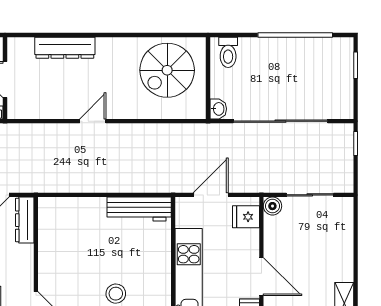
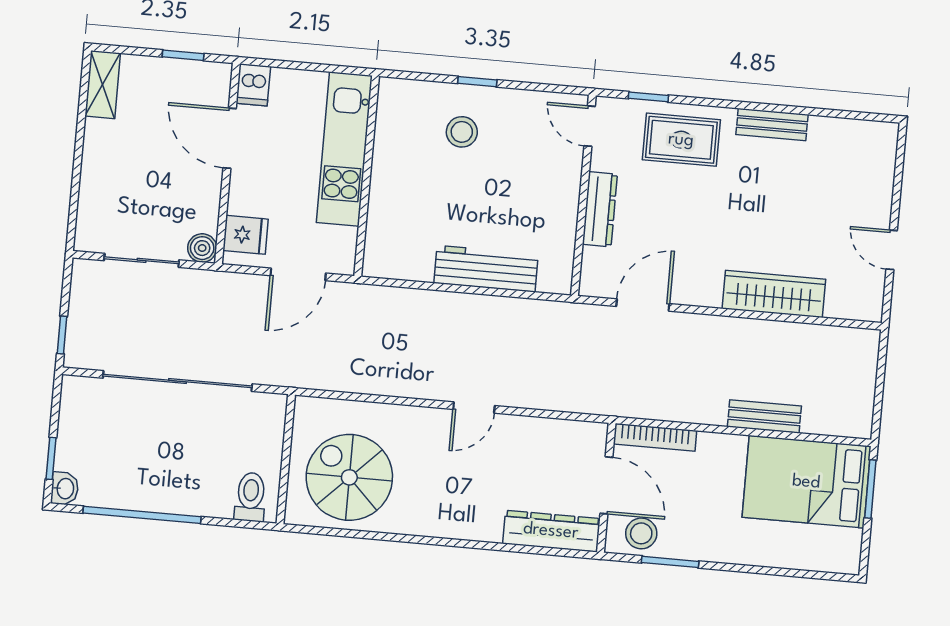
dresser: (65, 48) -> (551, 531), moved
spiral stairs: (167, 70) -> (349, 477), turned -90
washbasin: (218, 109) -> (65, 489), moved, turned 180
workbench: (139, 209) -> (486, 269), moved
dresser: (25, 220) -> (600, 209), moved

